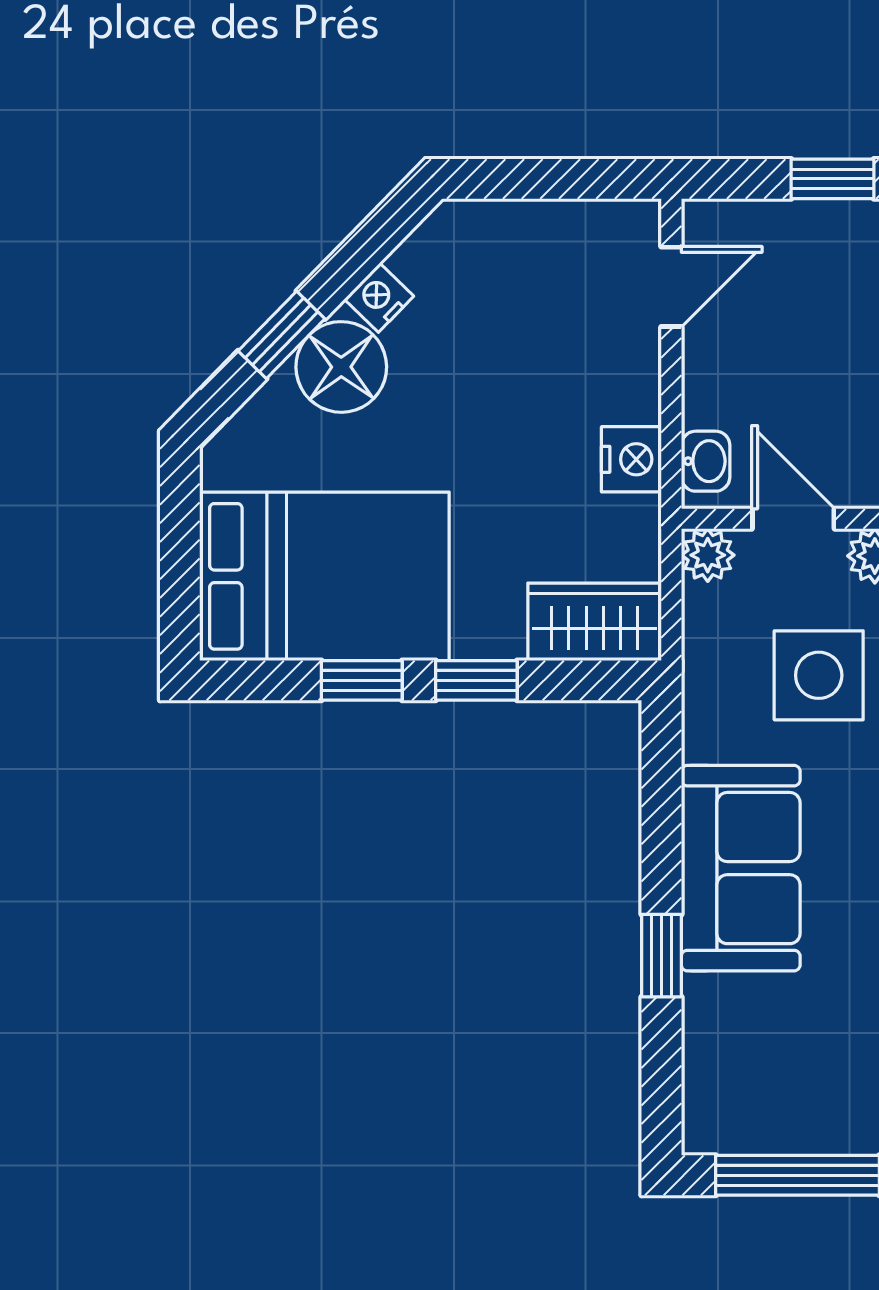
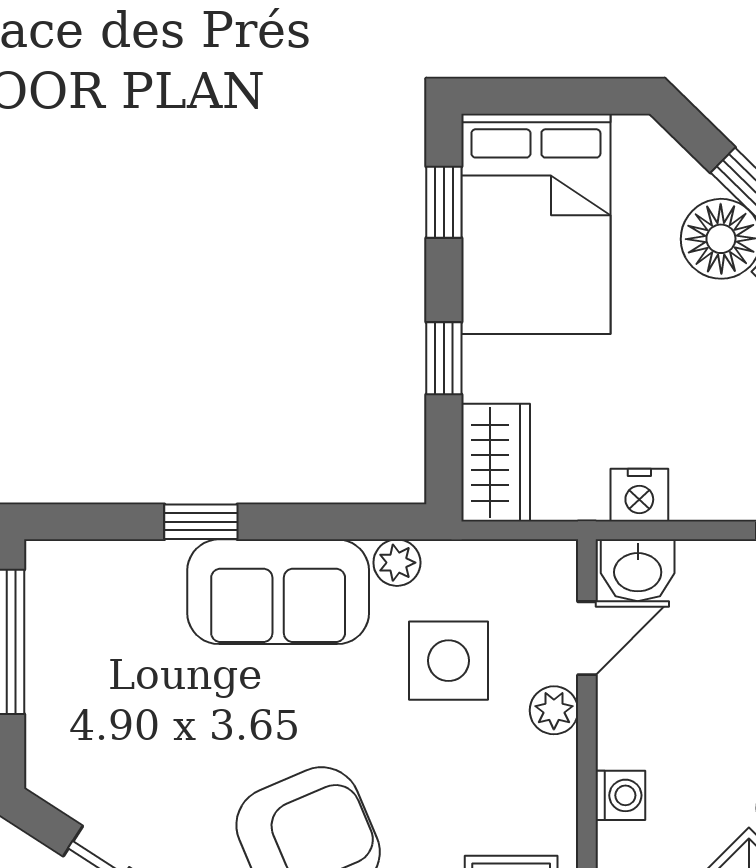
washbasin: (706, 461) -> (638, 570), width x1.38, depth x1.45
plant: (708, 555) -> (397, 563), moved
window: (362, 680) -> (444, 202), moved

